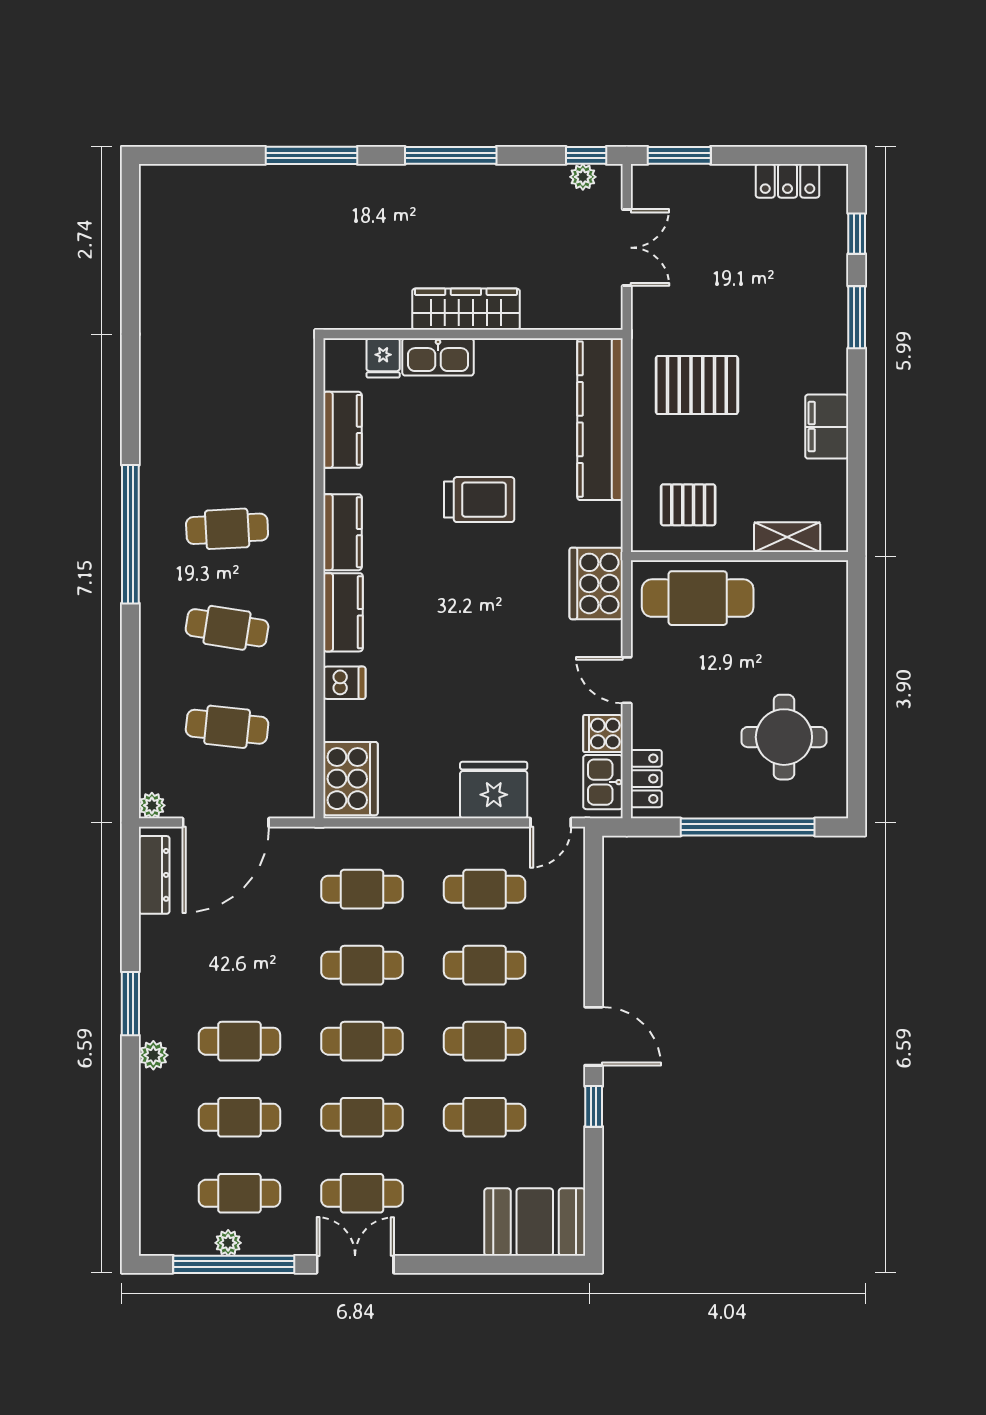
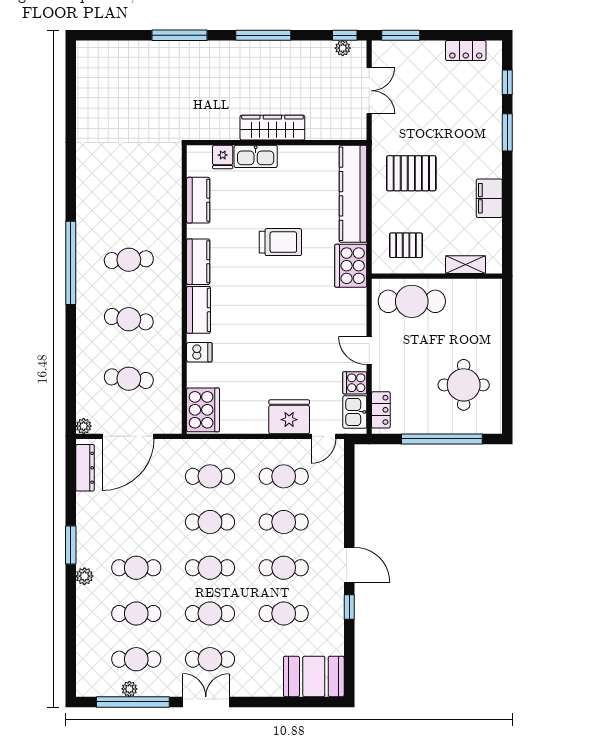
cooker: (596, 583) -> (351, 266), moved

